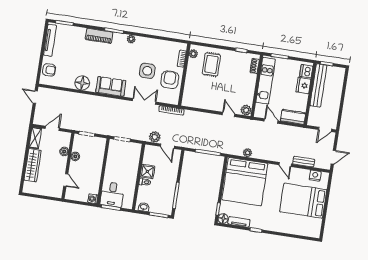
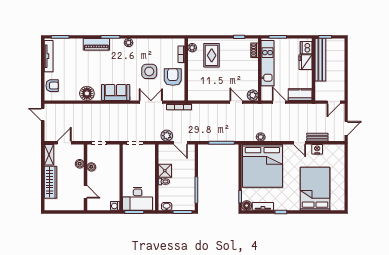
nightstand: (315, 176) -> (317, 149), moved
desk: (112, 194) -> (138, 199), width x1.37
bed: (303, 201) -> (315, 189), moved, turned 90

